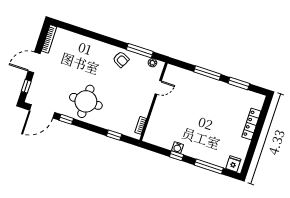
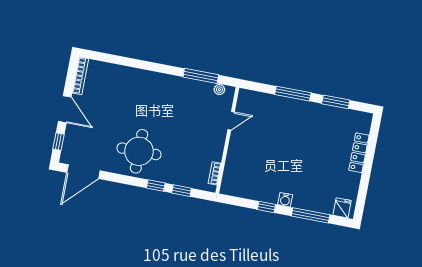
armchair: (121, 59) -> (178, 91), removed
door: (34, 62) -> (65, 109), swing flipped
window: (66, 119) -> (156, 186), moved
water cooler: (178, 148) -> (285, 200), moved

